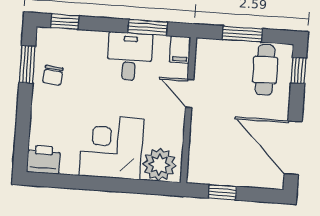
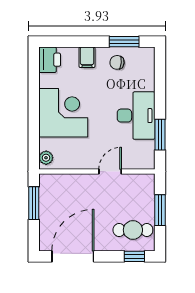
window: (65, 22) -> (160, 69), removed
filing cabinet: (180, 50) -> (87, 57), moved, turned -90
desk: (130, 56) -> (136, 116), width x1.37
plant: (159, 165) -> (46, 158), width x0.53, depth x0.53
window: (222, 192) -> (34, 203), width x1.50

